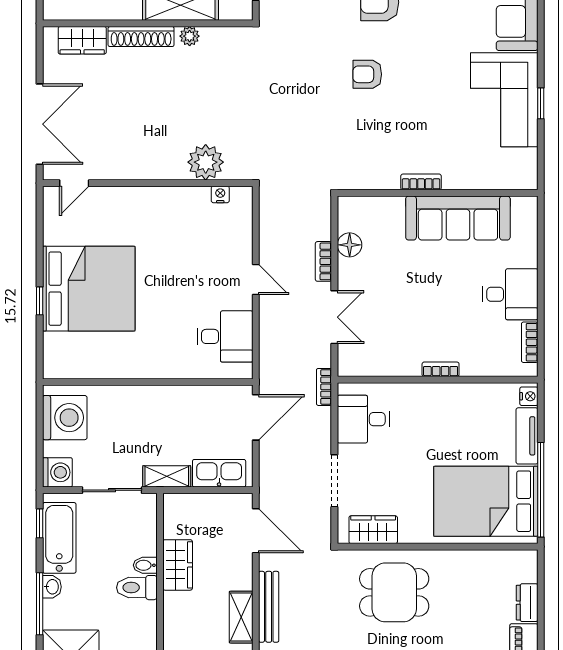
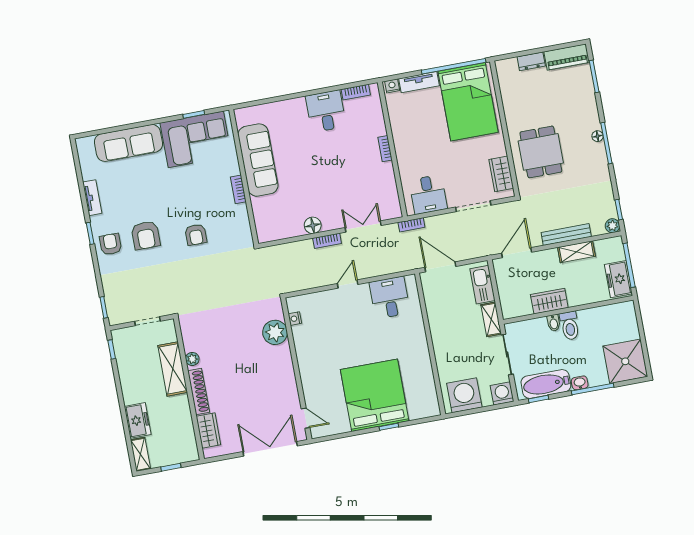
bookcase: (421, 182) -> (238, 189), moved
wall: (438, 193) -> (244, 177), moved
sofa: (458, 218) -> (258, 160), moved

